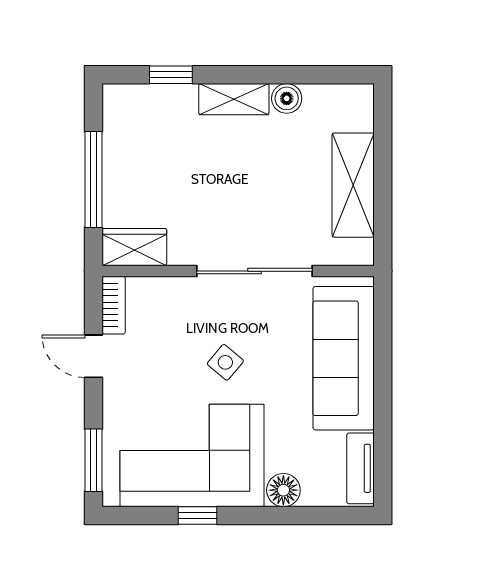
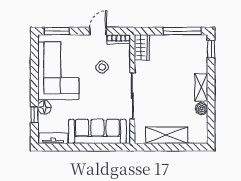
window: (171, 75) -> (211, 49), moved
window: (93, 179) -> (182, 31), moved
side table: (225, 362) -> (102, 67), moved
window: (198, 515) -> (34, 115), moved

